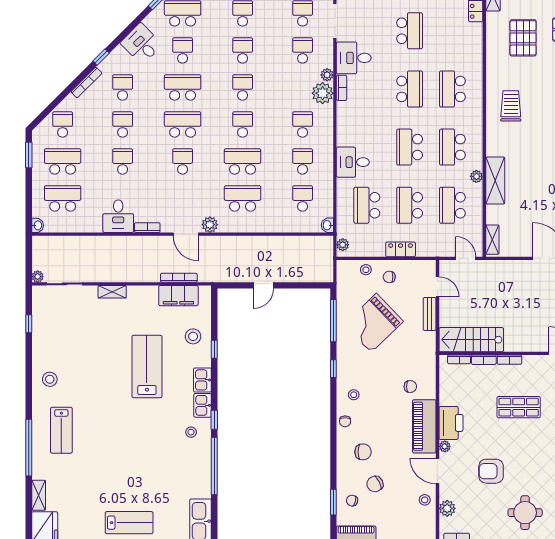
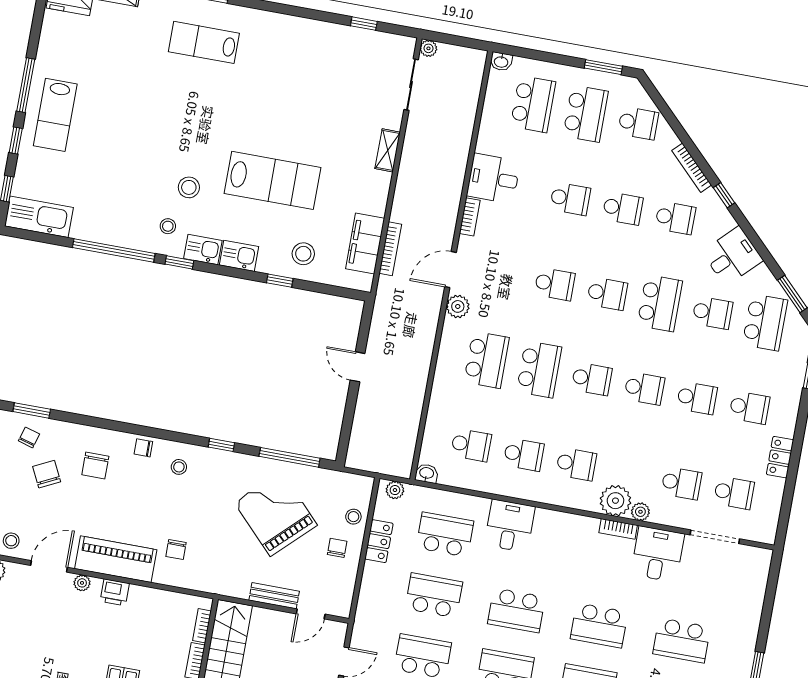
school desk: (183, 124) -> (607, 294), width x0.54
school desk: (410, 147) -> (516, 610), turned 180
locker: (401, 249) -> (379, 541), moved
stool: (50, 379) -> (189, 187), moved
printer: (451, 423) -> (115, 592), width x0.53, depth x0.68
armchair: (491, 471) -> (35, 642), removed

